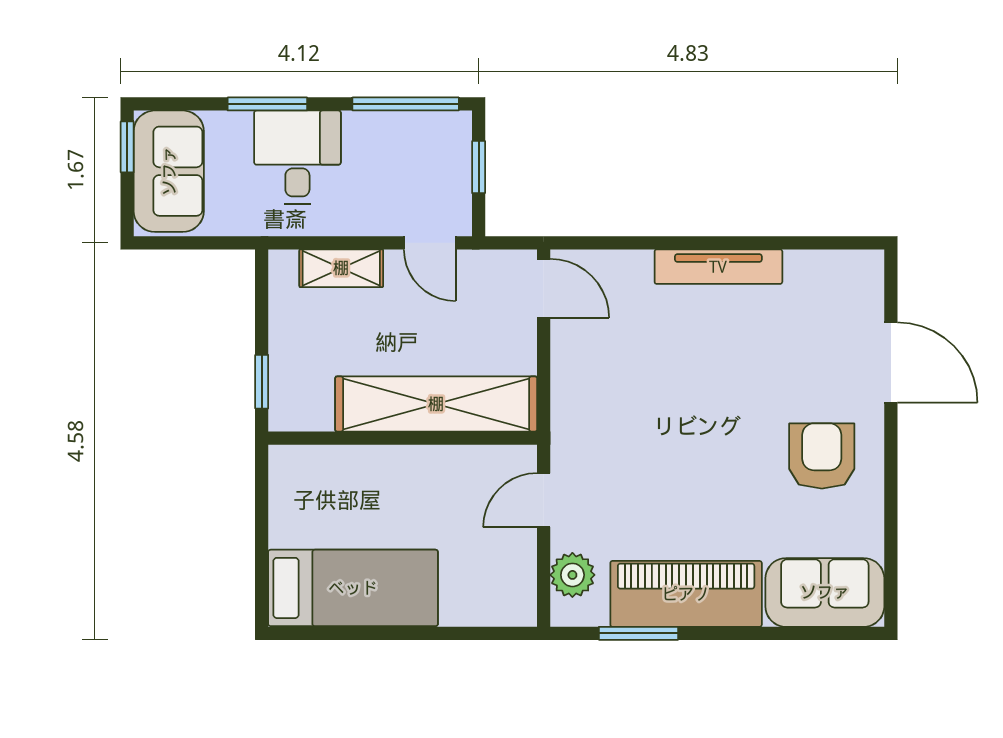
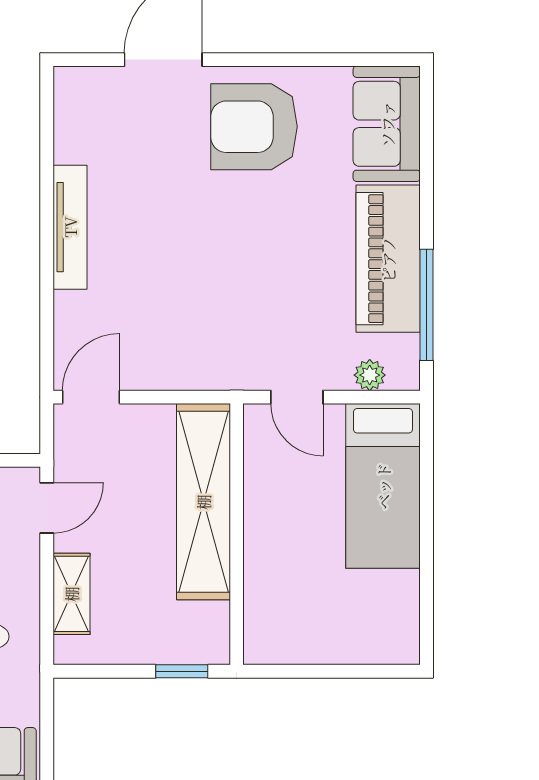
armchair: (822, 456) -> (254, 127), width x1.36, depth x1.36
plant: (572, 575) -> (370, 375), width x0.73, depth x0.73
bed: (353, 588) -> (383, 486), moved, turned 180
window: (638, 633) -> (426, 305), width x1.44

